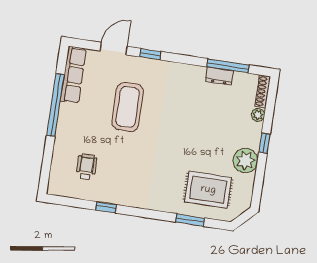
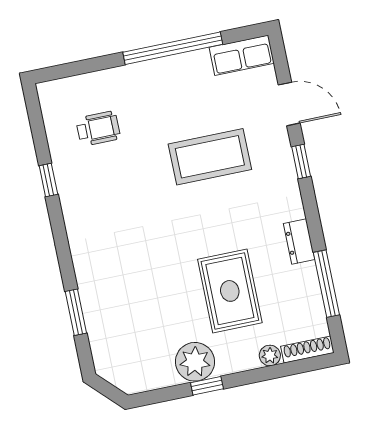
row of seats: (73, 75) -> (242, 55), width x0.68
dresser: (219, 76) -> (299, 241), moved
window: (264, 143) -> (207, 386), moved
rug: (208, 190) -> (230, 291), moved

